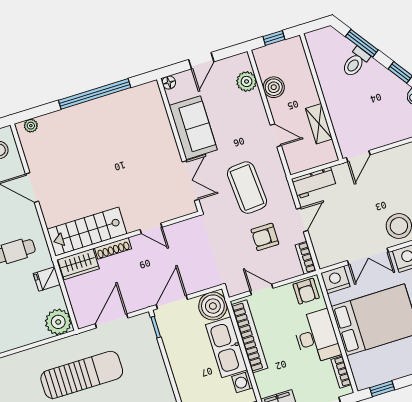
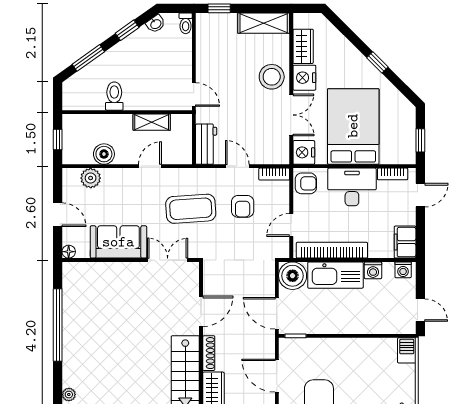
toilet: (355, 62) -> (114, 96), moved, turned -145
door: (151, 228) -> (201, 311), width x1.38

